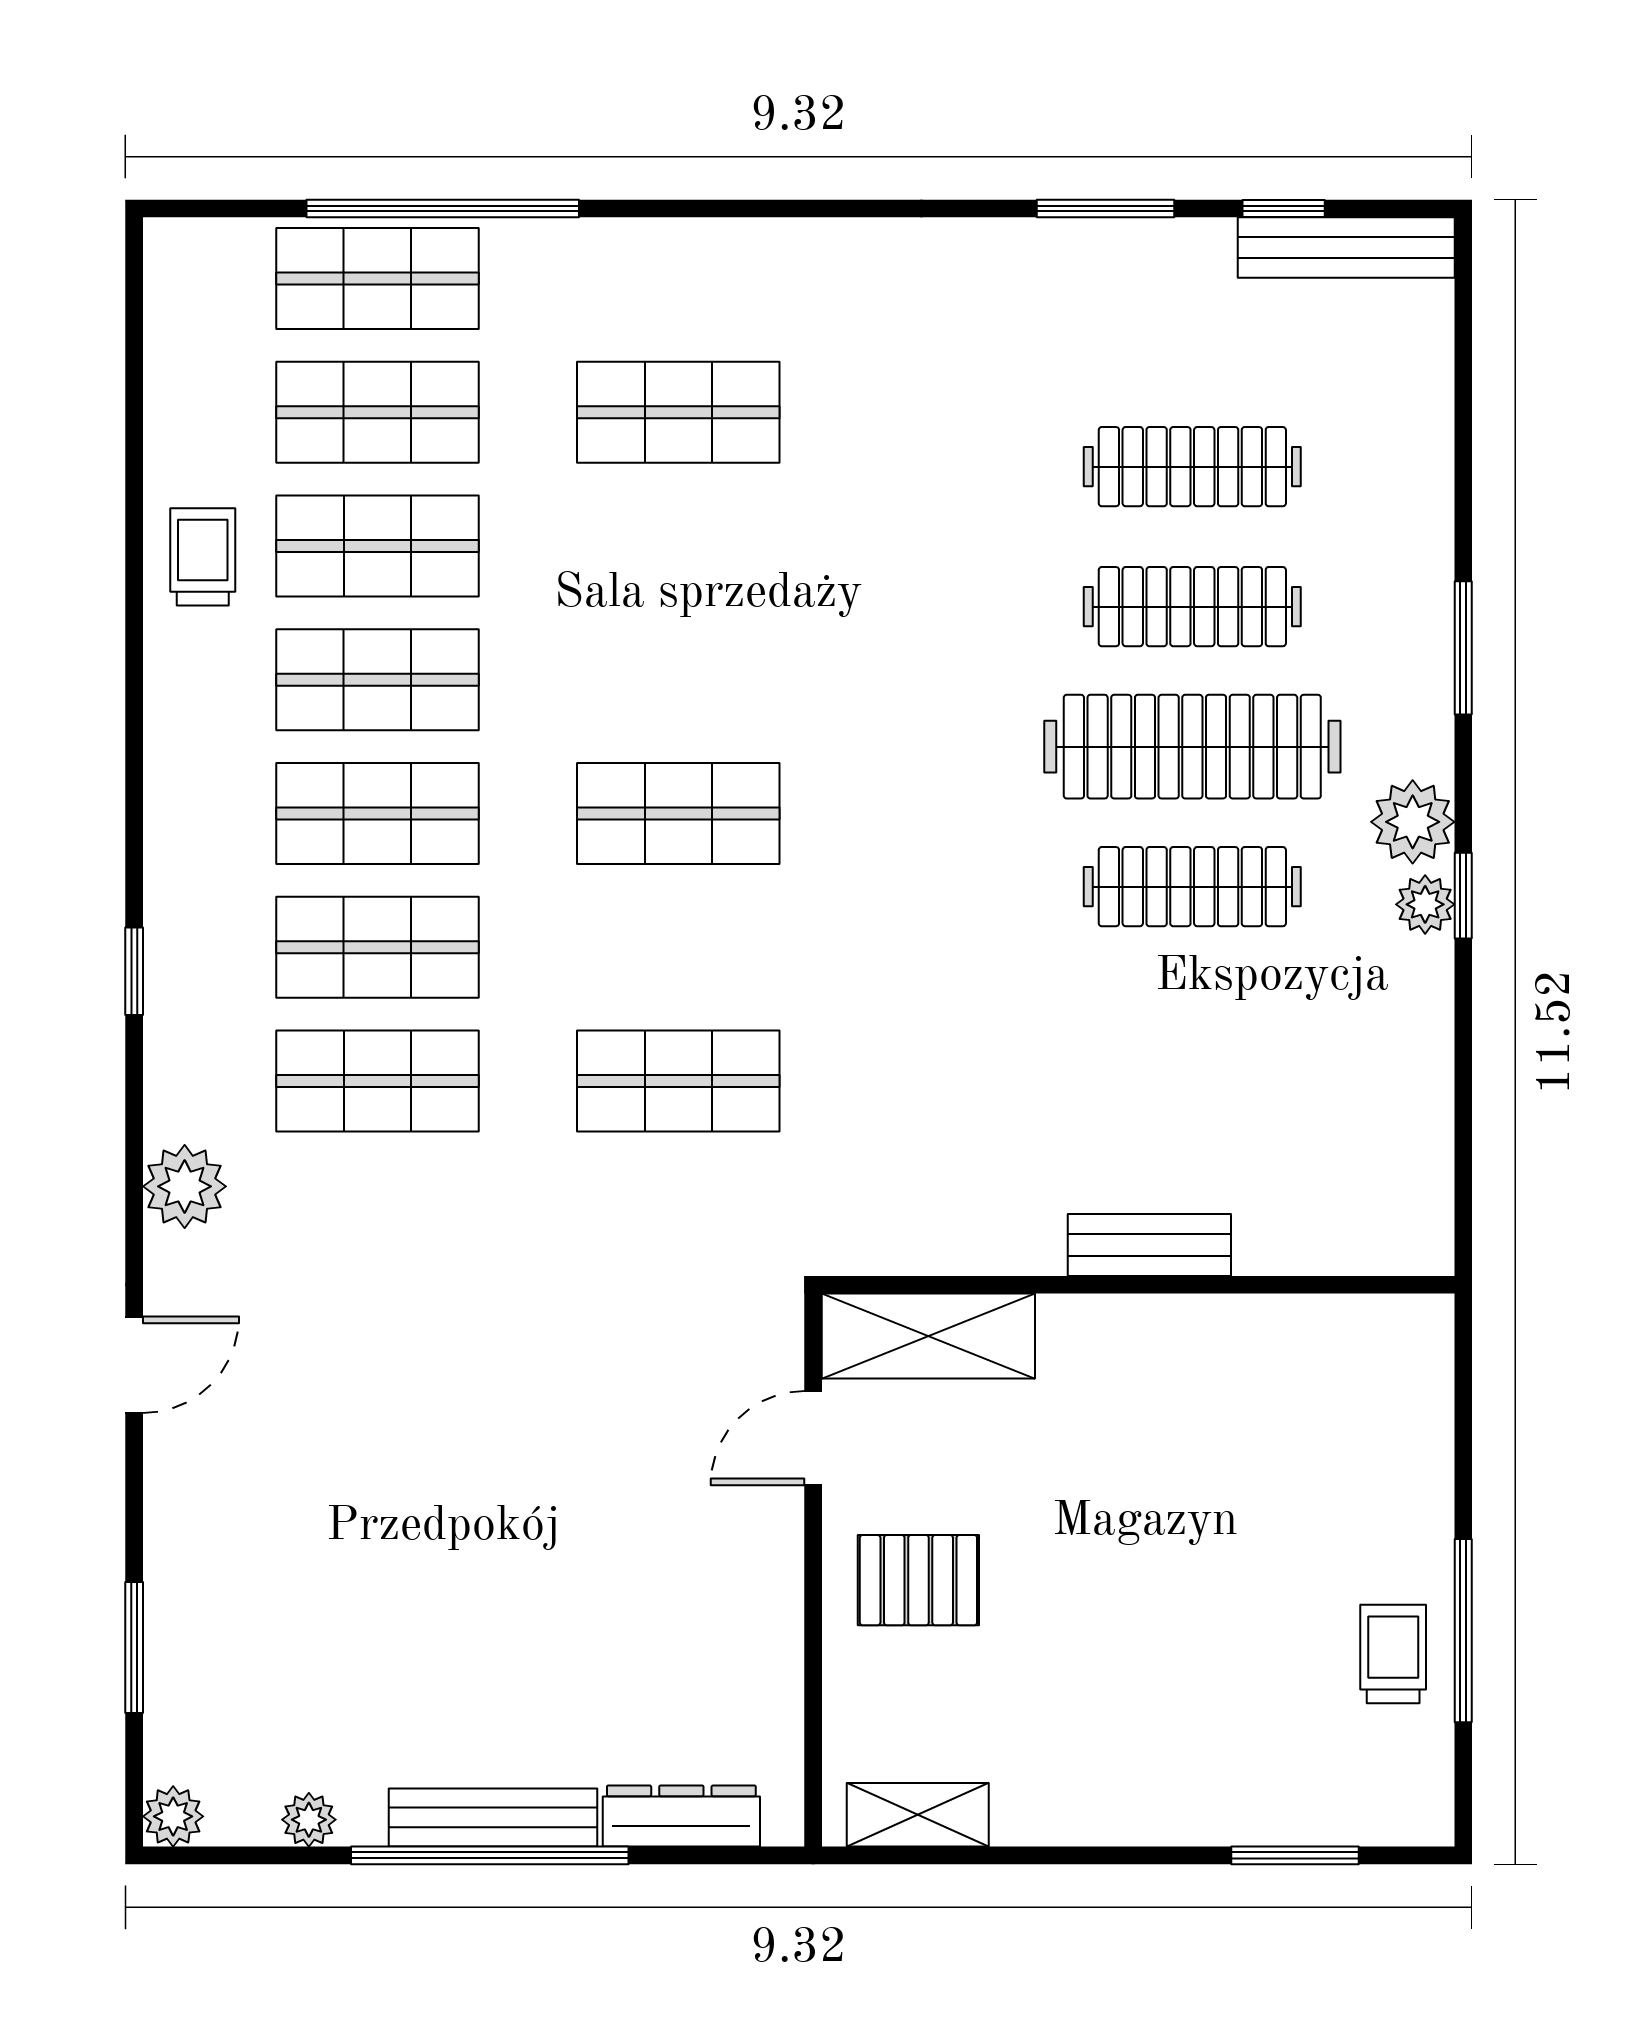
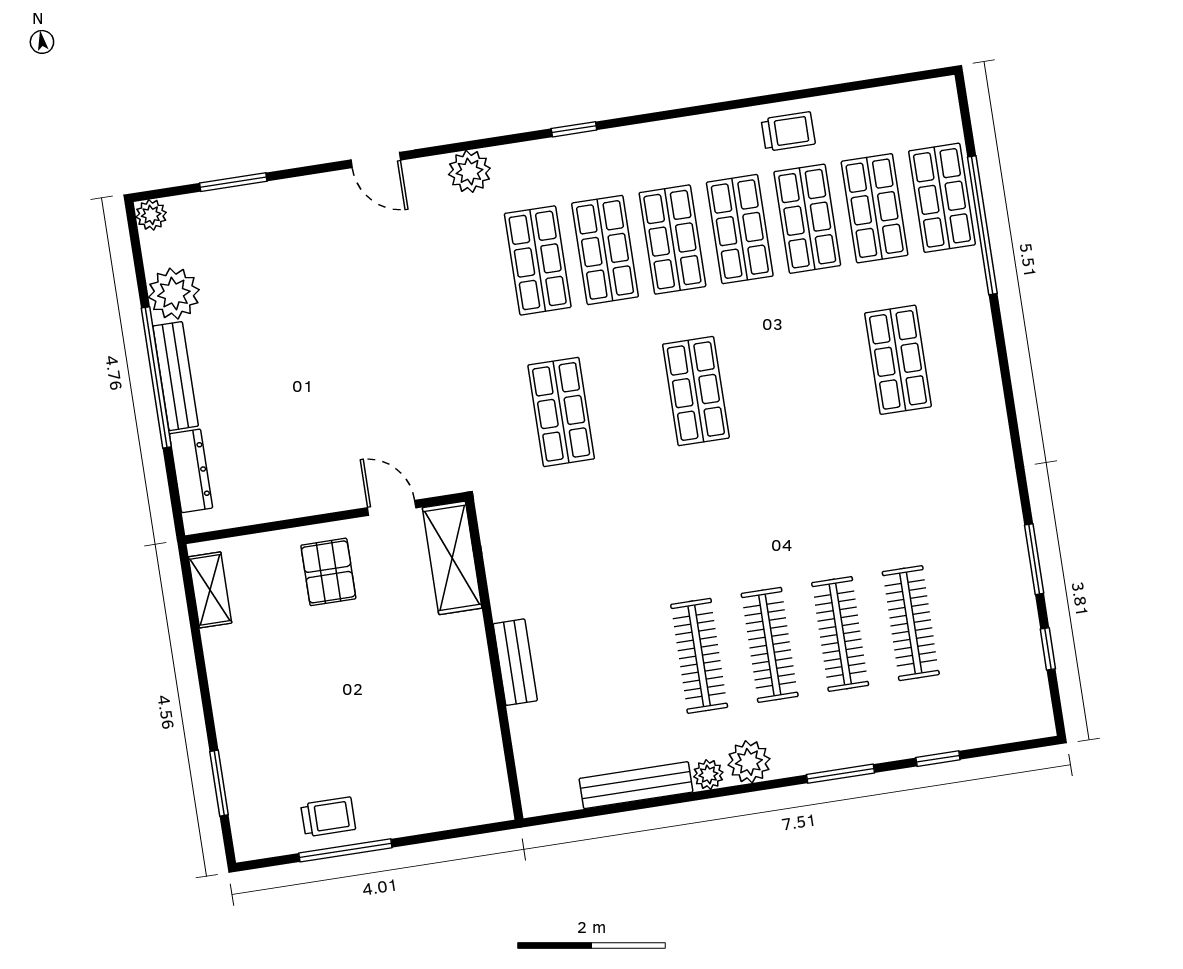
bench: (1346, 248) -> (636, 785), moved, turned 90
clothes rail: (1192, 747) -> (770, 645), width x0.73, depth x0.76
window: (1463, 896) -> (938, 759), moved
plant: (309, 1820) -> (174, 294), width x1.87, depth x1.87

